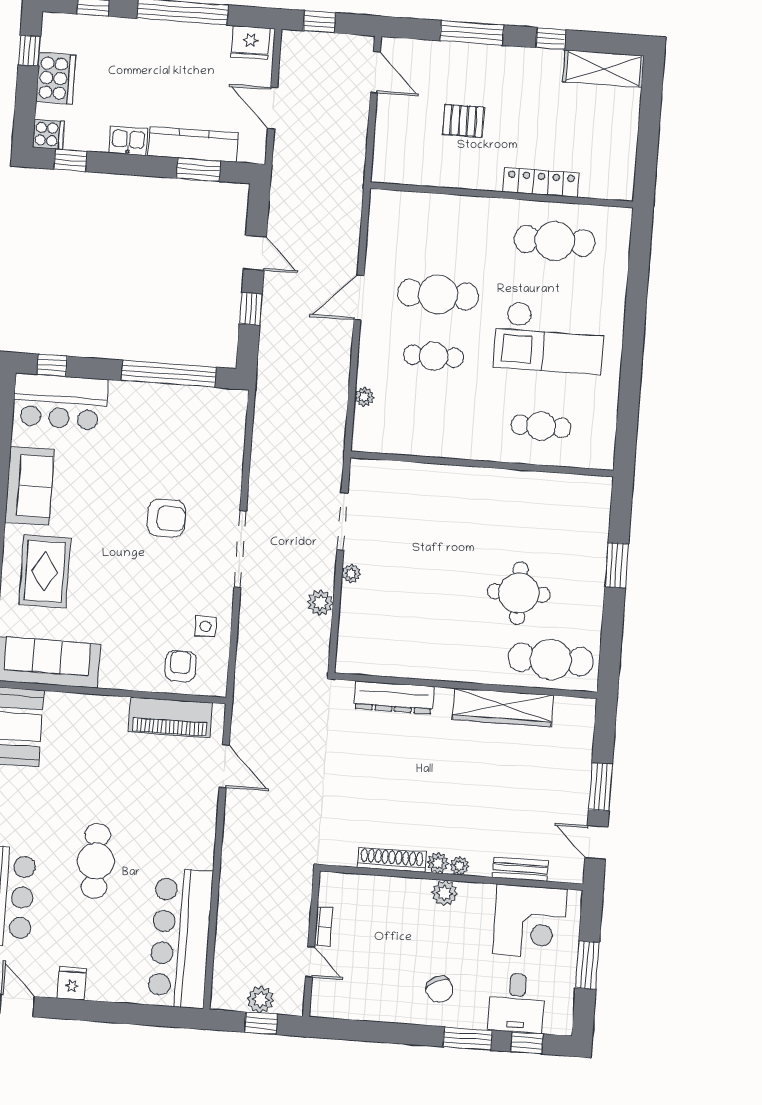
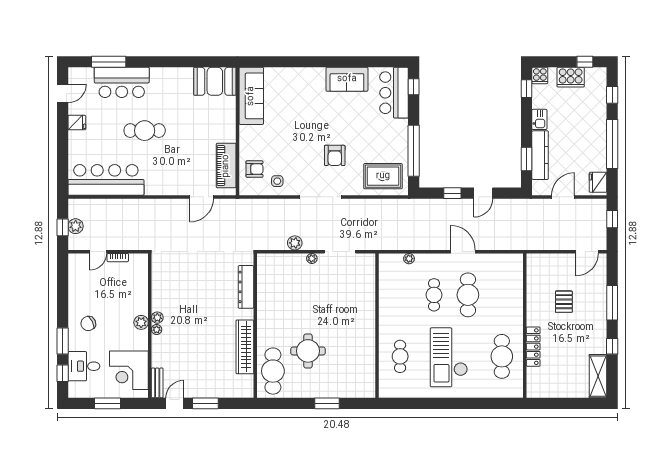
rug: (45, 571) -> (383, 176), moved
shoe rack: (392, 860) -> (157, 292), removed
bench: (520, 869) -> (157, 383), moved

